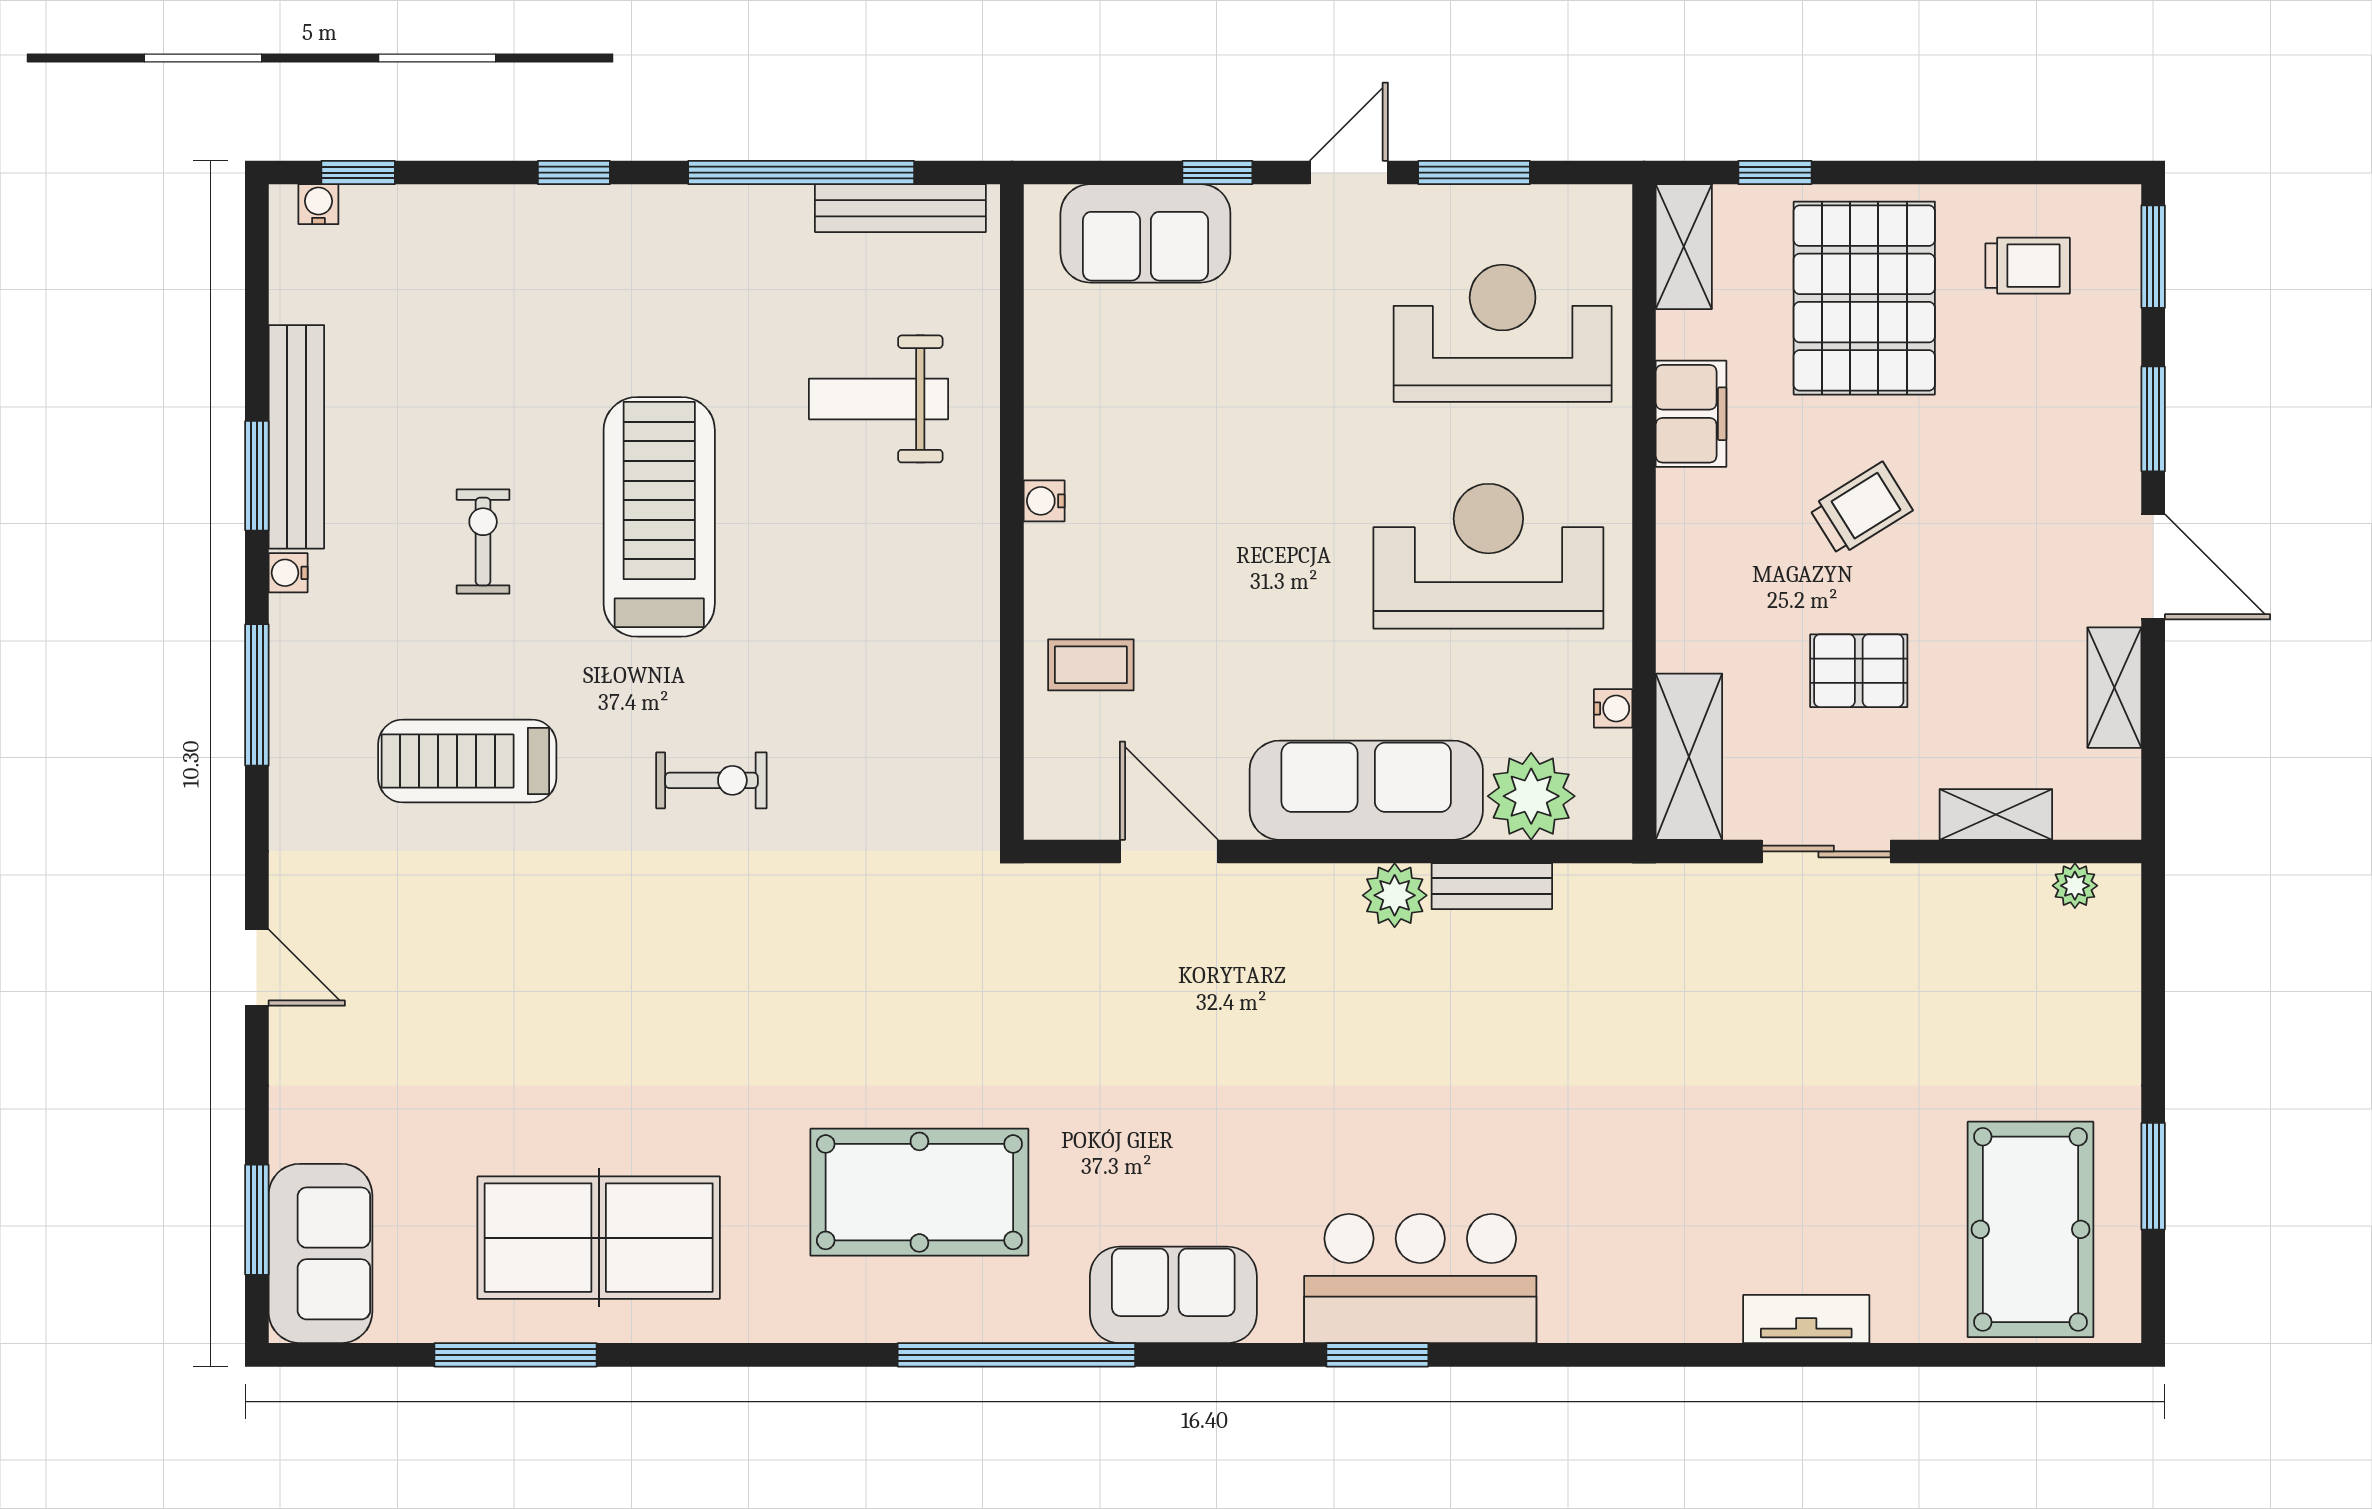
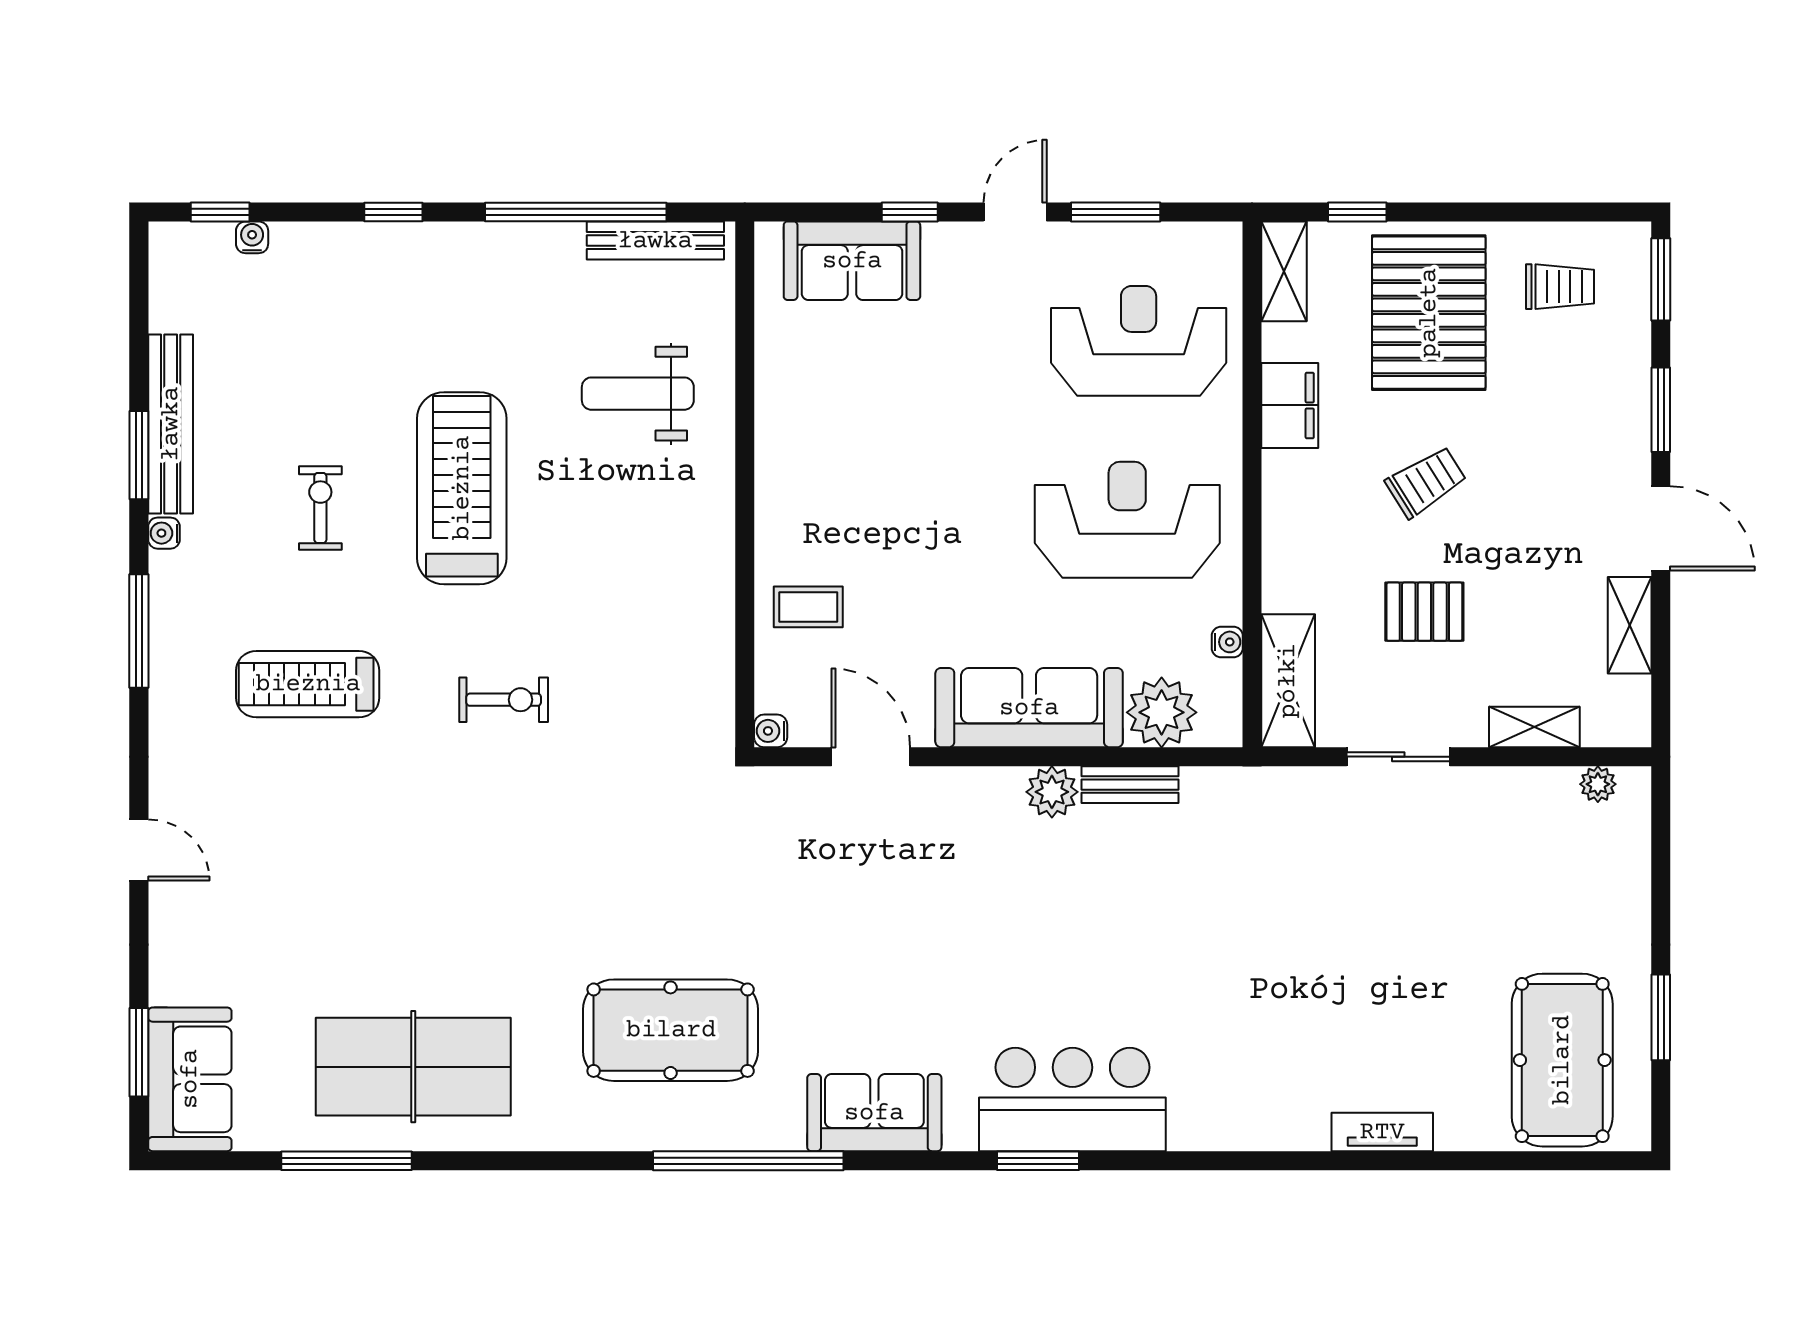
water cooler: (318, 204) -> (252, 237), moved
water cooler: (1044, 501) -> (771, 731), moved

